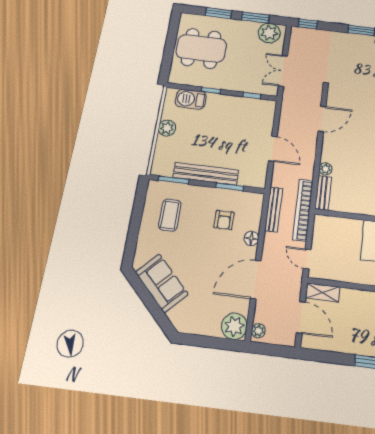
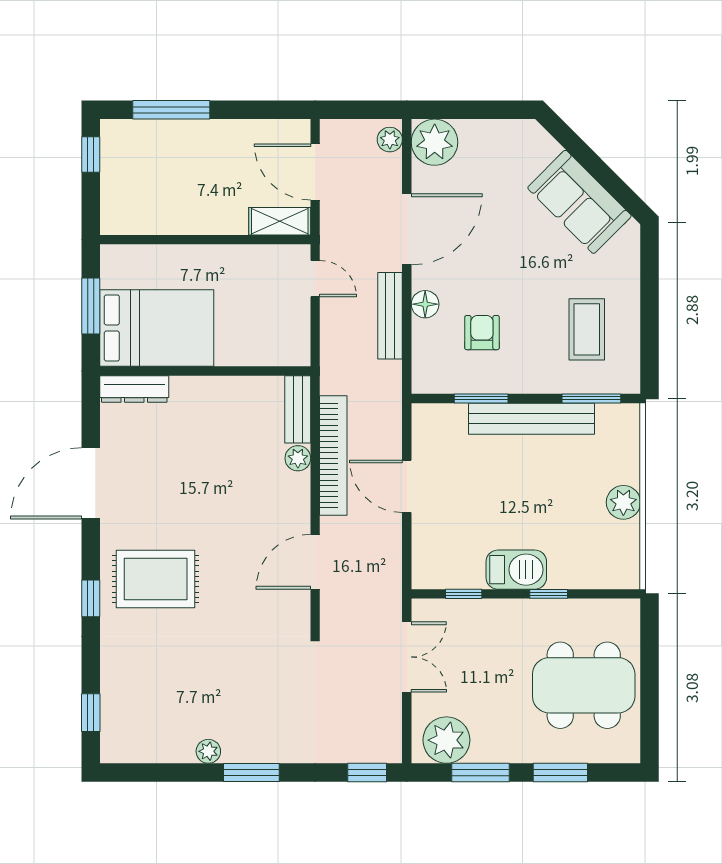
barbecue: (191, 99) -> (516, 570), moved
bench: (274, 209) -> (390, 316), moved
bookcase: (303, 210) -> (333, 456), moved

